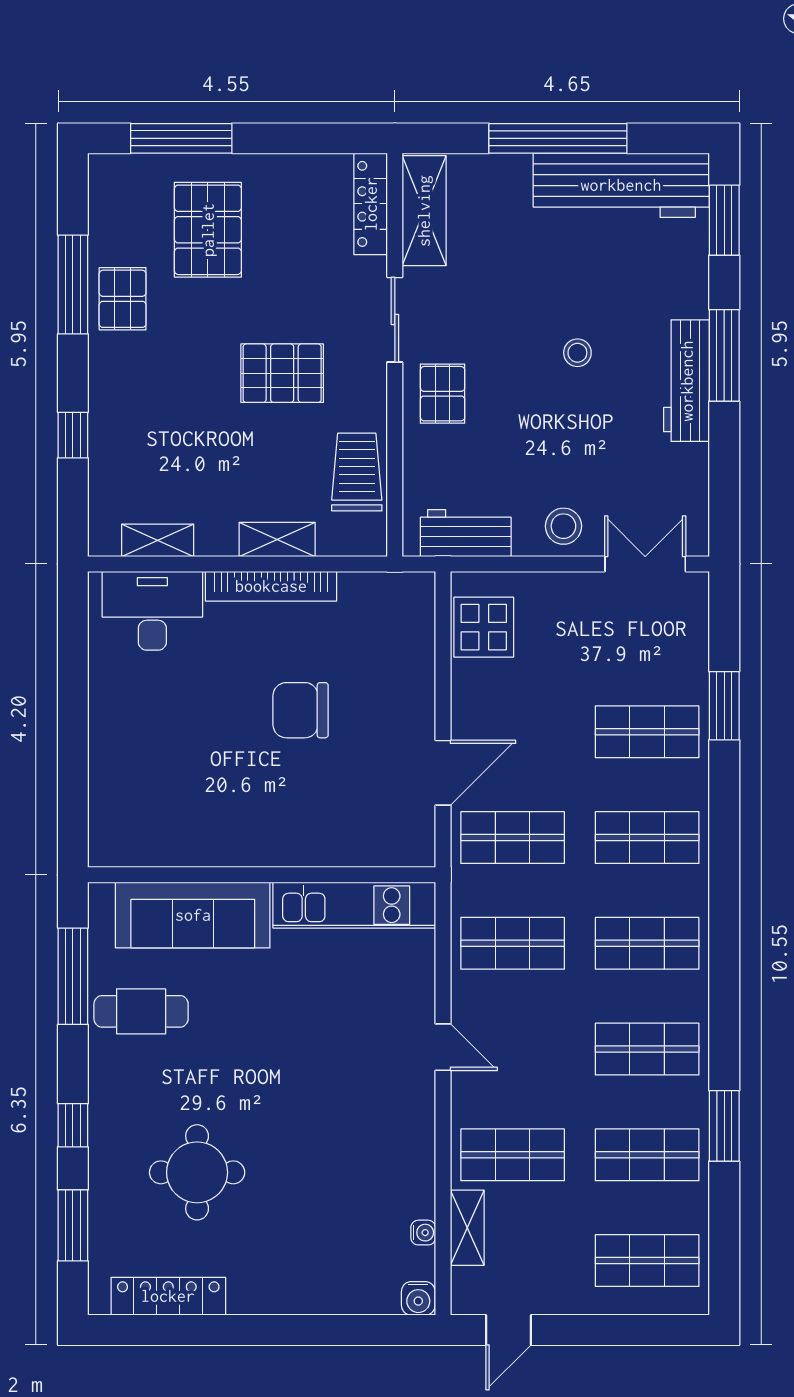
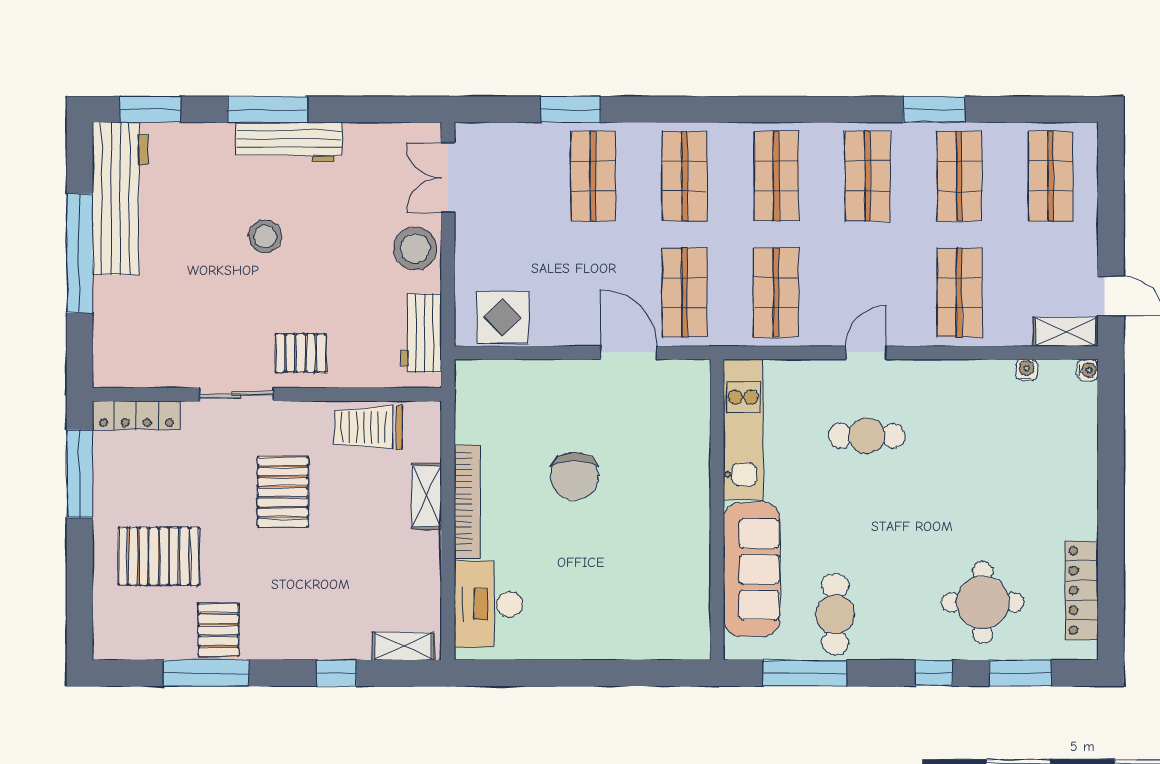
window: (181, 138) -> (80, 474), moved
shelving: (424, 211) -> (142, 369), removed
pallet: (123, 299) -> (218, 630), turned 90
stool: (577, 353) -> (265, 236), width x1.37, depth x1.37
stool: (563, 526) -> (415, 248), width x1.38, depth x1.38
shelving: (158, 540) -> (403, 646), moved, turned 90
cafe table: (347, 1048) -> (867, 436), added
round table: (197, 1172) -> (983, 602), moved
shelving: (467, 1228) -> (1066, 332), moved
water cooler: (418, 1298) -> (1088, 370), width x0.72, depth x0.72

